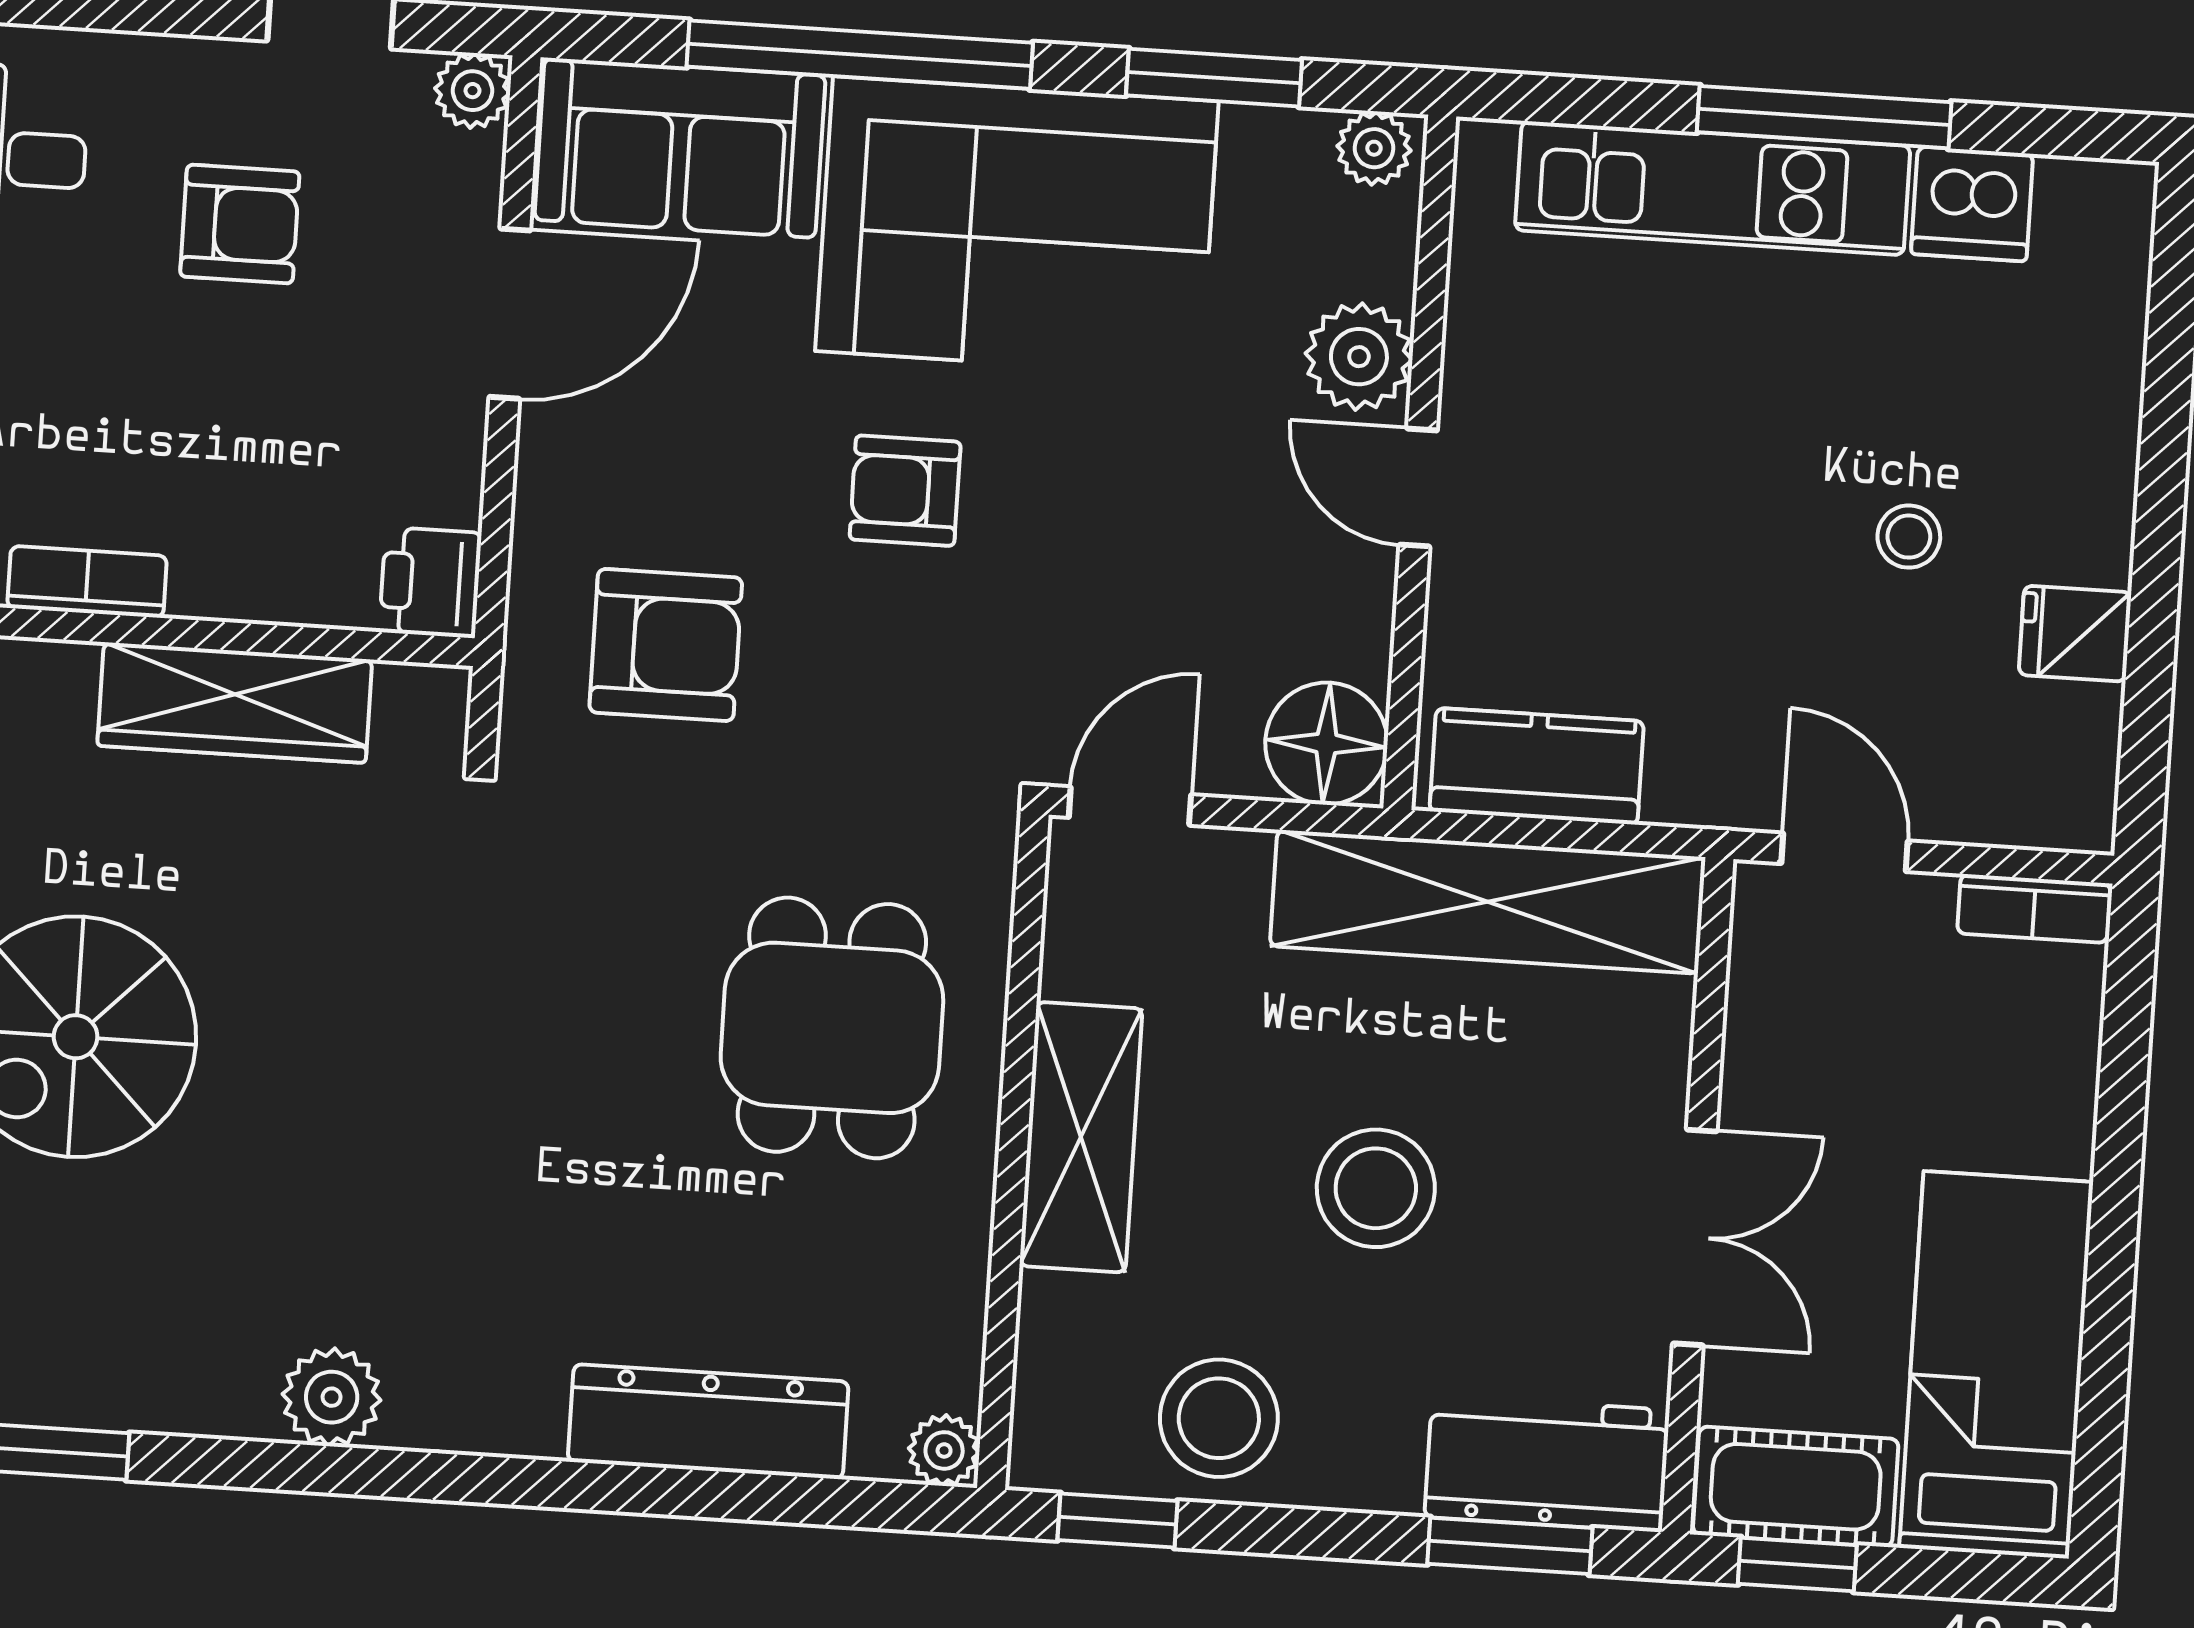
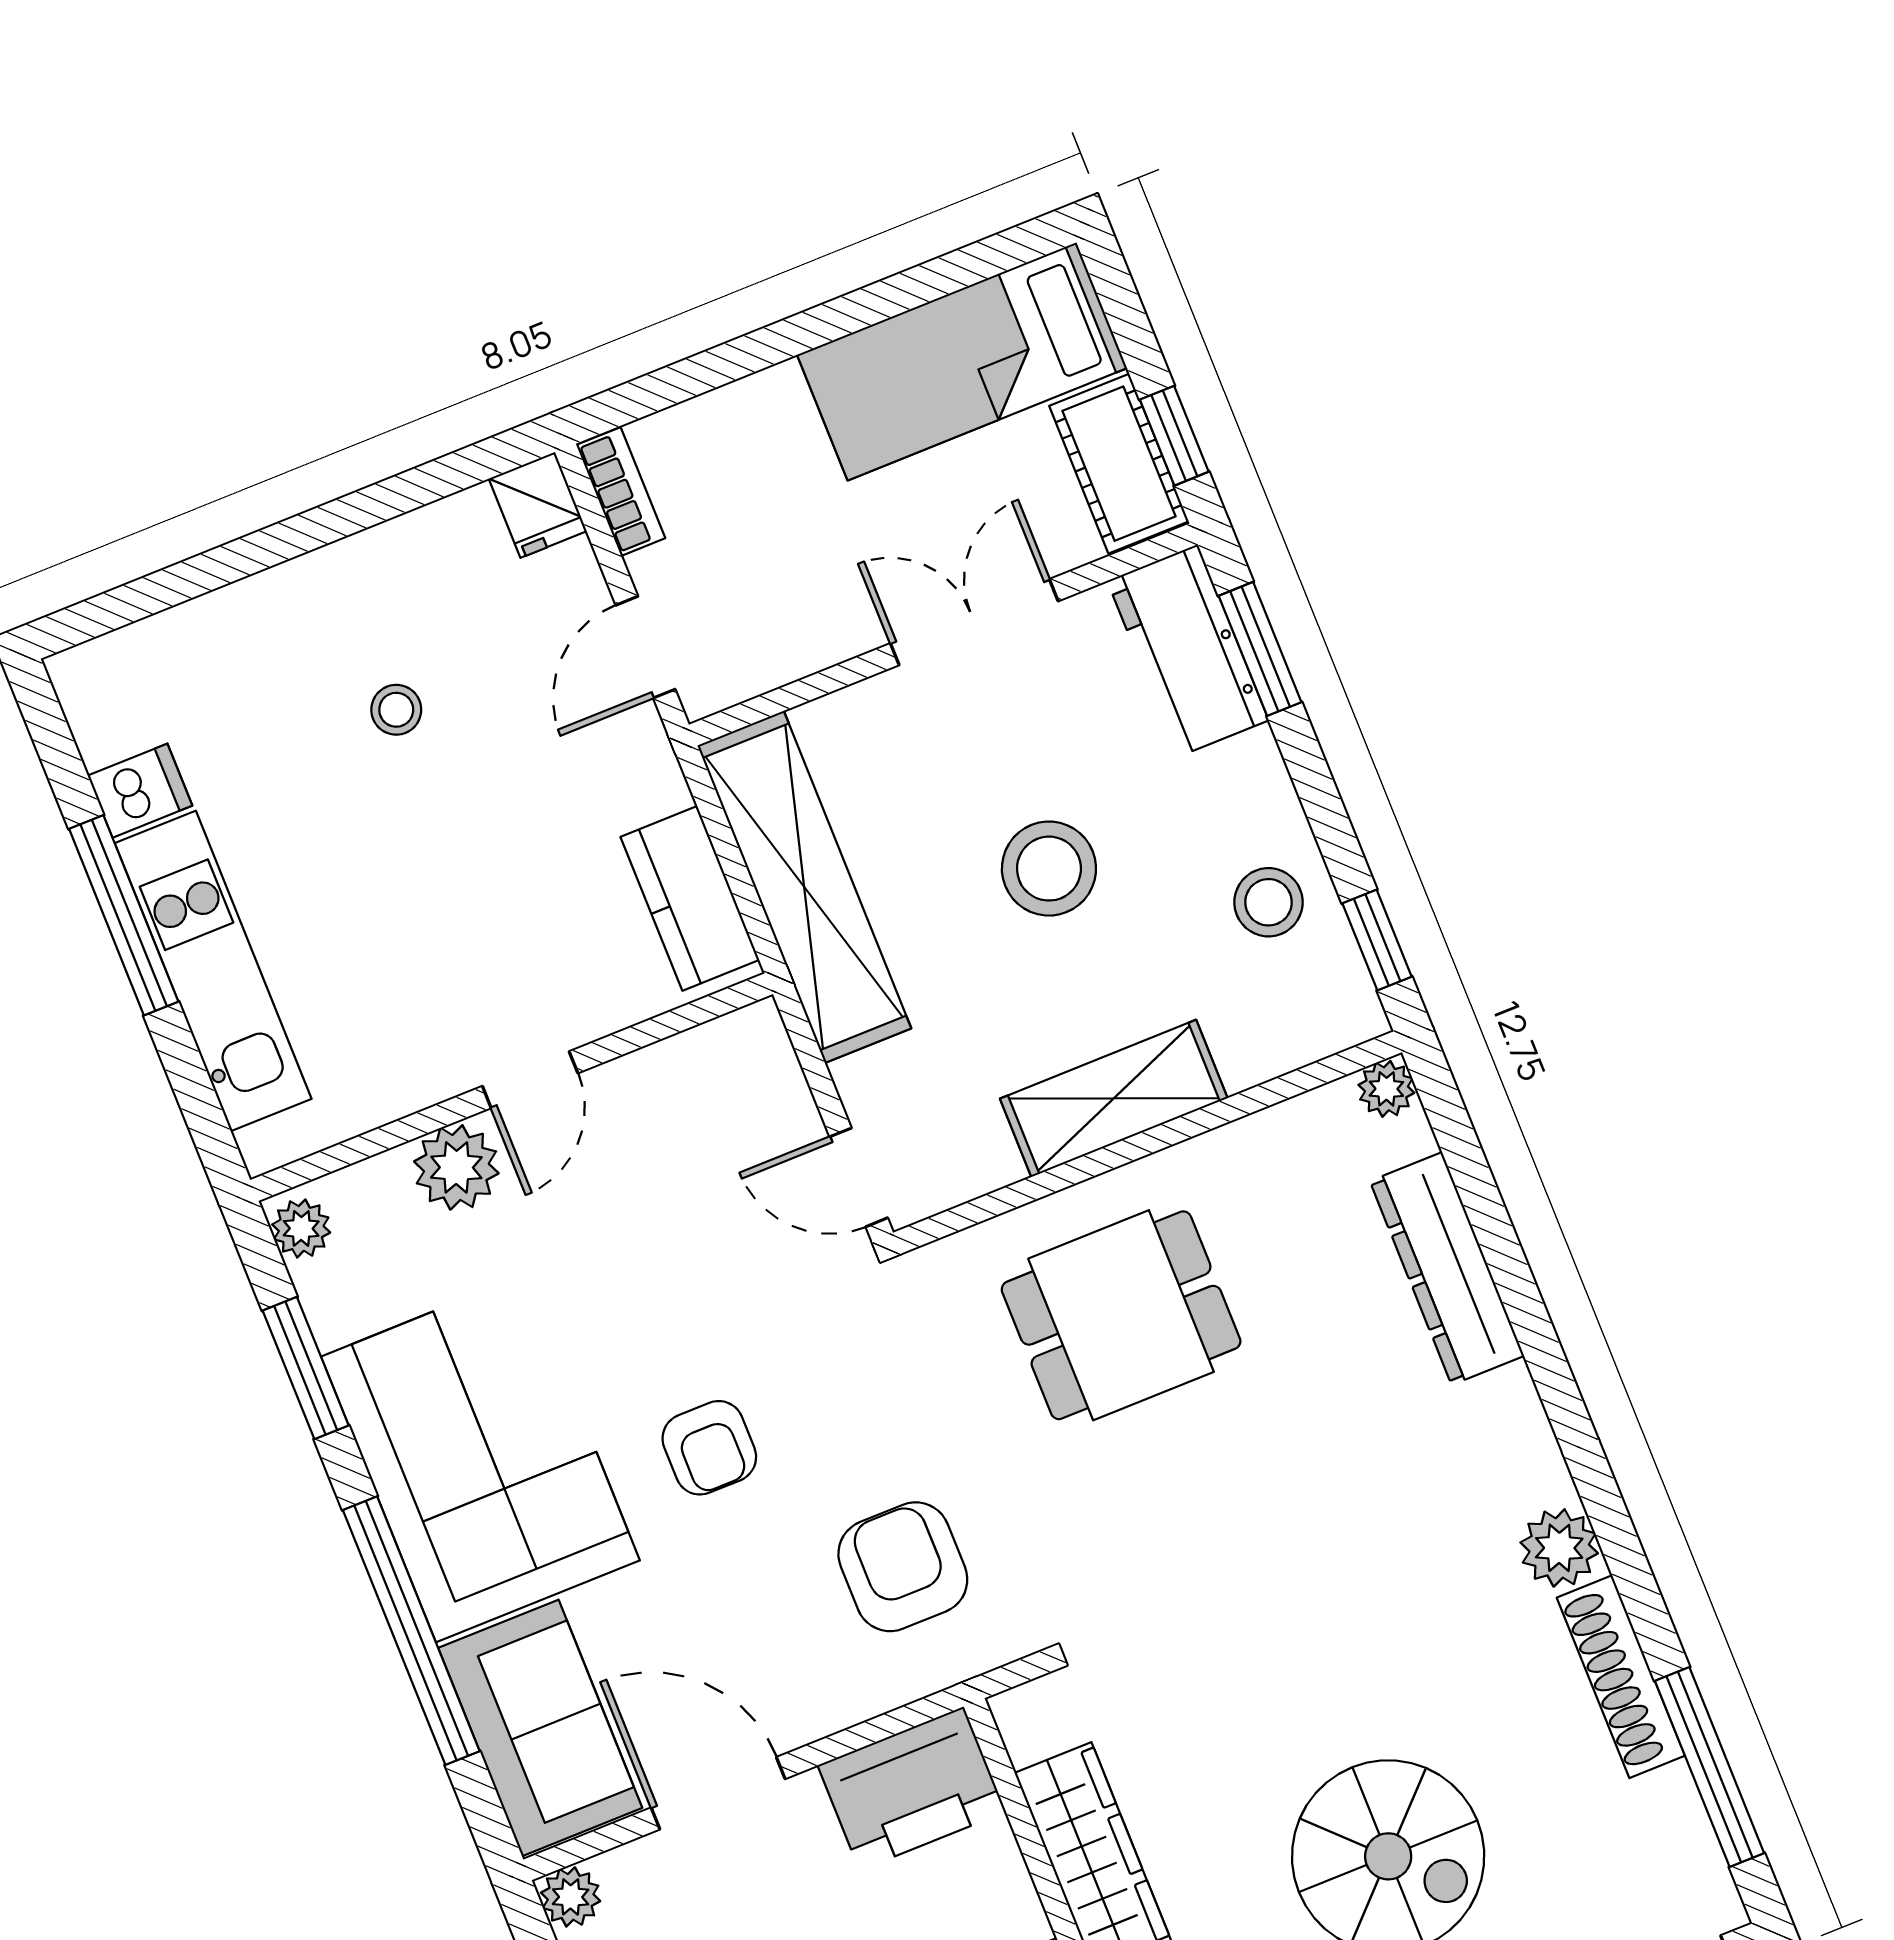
dishwasher: (1972, 204) -> (140, 791), width x0.73
printer: (430, 582) -> (912, 1789), width x1.87, depth x1.48
fridge: (2075, 634) -> (538, 505), moved
floor lamp: (1326, 744) -> (746, 1057), removed
shoe rack: (153, 1397) -> (1621, 1677), added
stool: (1219, 1418) -> (1269, 902), width x0.73, depth x0.73

